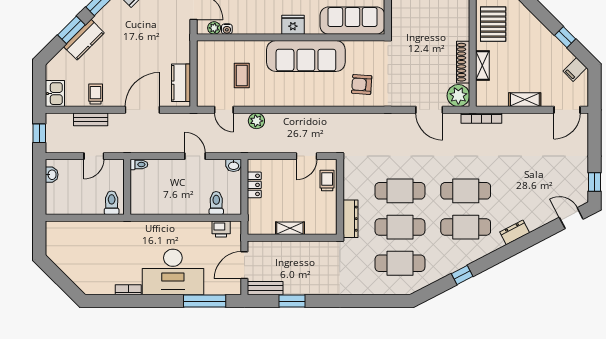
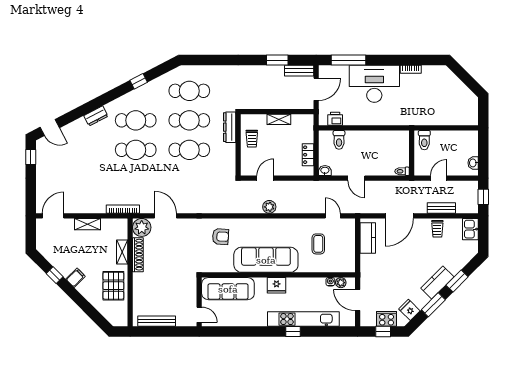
kitchen counter: (84, 40) -> (437, 282), moved
filing cabinet: (575, 69) -> (76, 278), moved
plant: (256, 121) -> (269, 207), moved
trolley: (327, 180) -> (252, 139), moved

